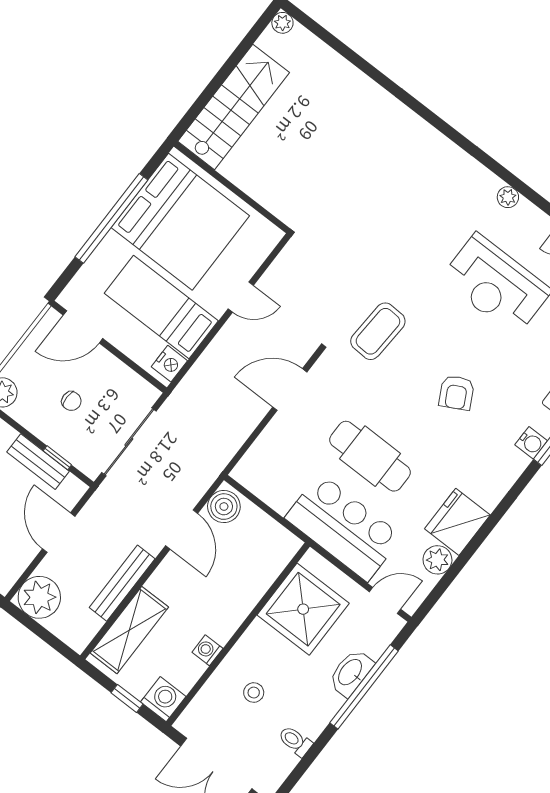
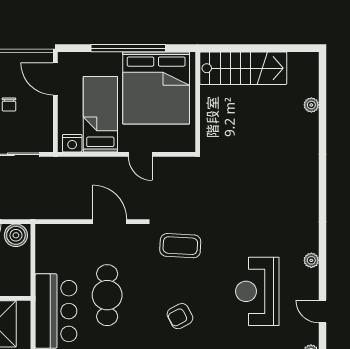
plant: (282, 23) -> (311, 105), moved

